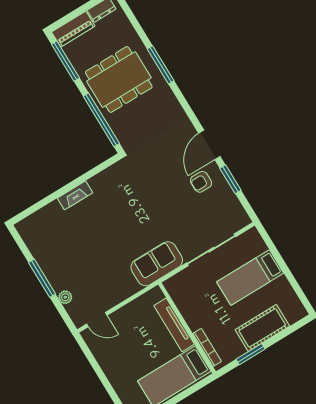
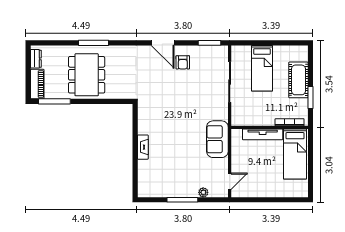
window: (101, 120) -> (105, 101), removed
window: (230, 179) -> (209, 43), moved
sofa: (157, 264) -> (217, 139), moved

